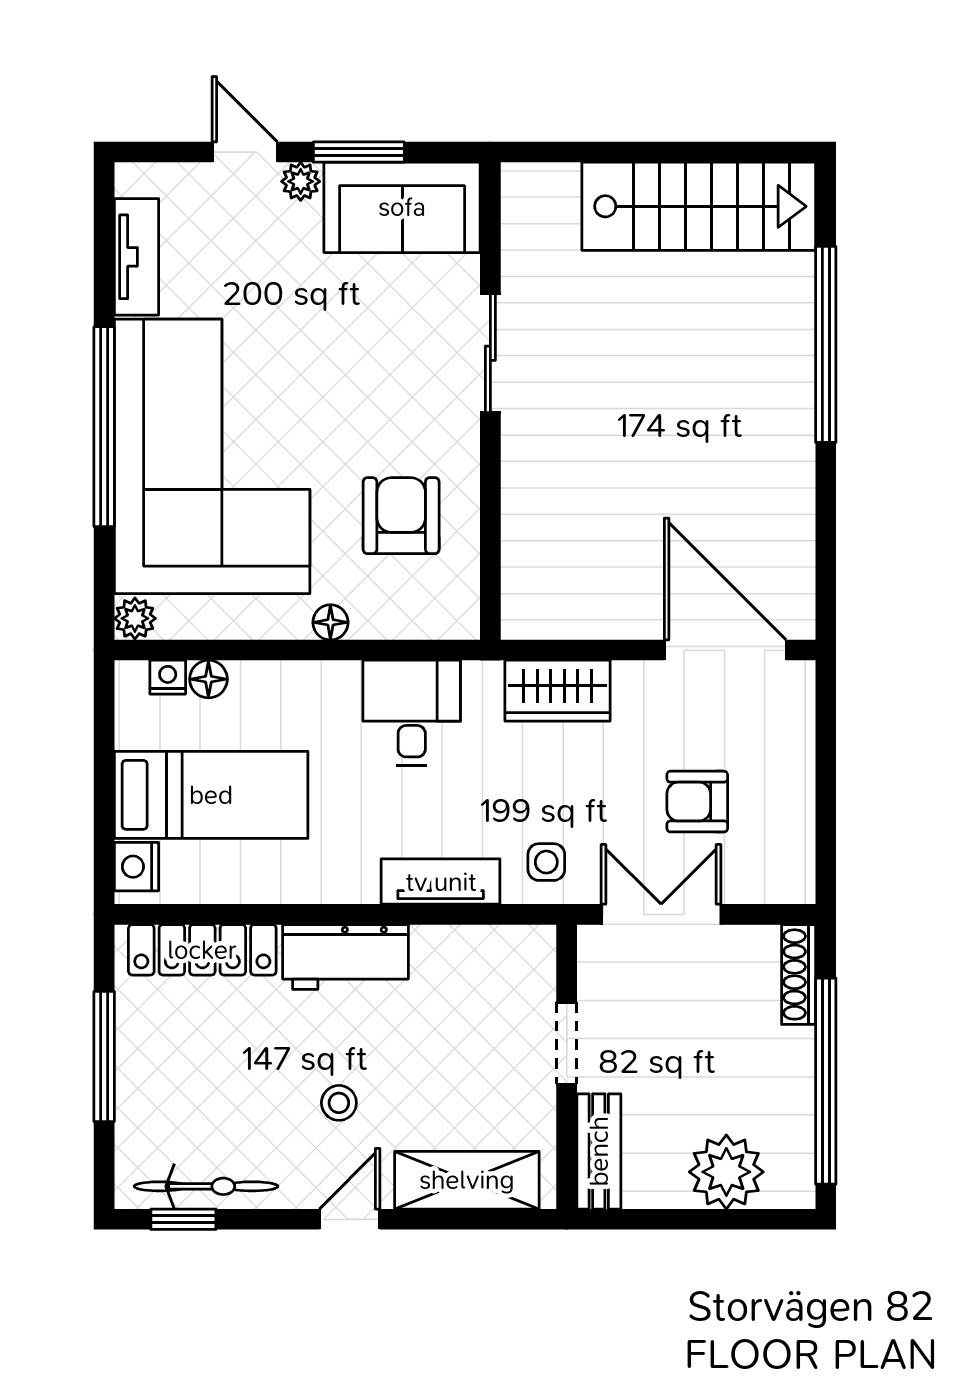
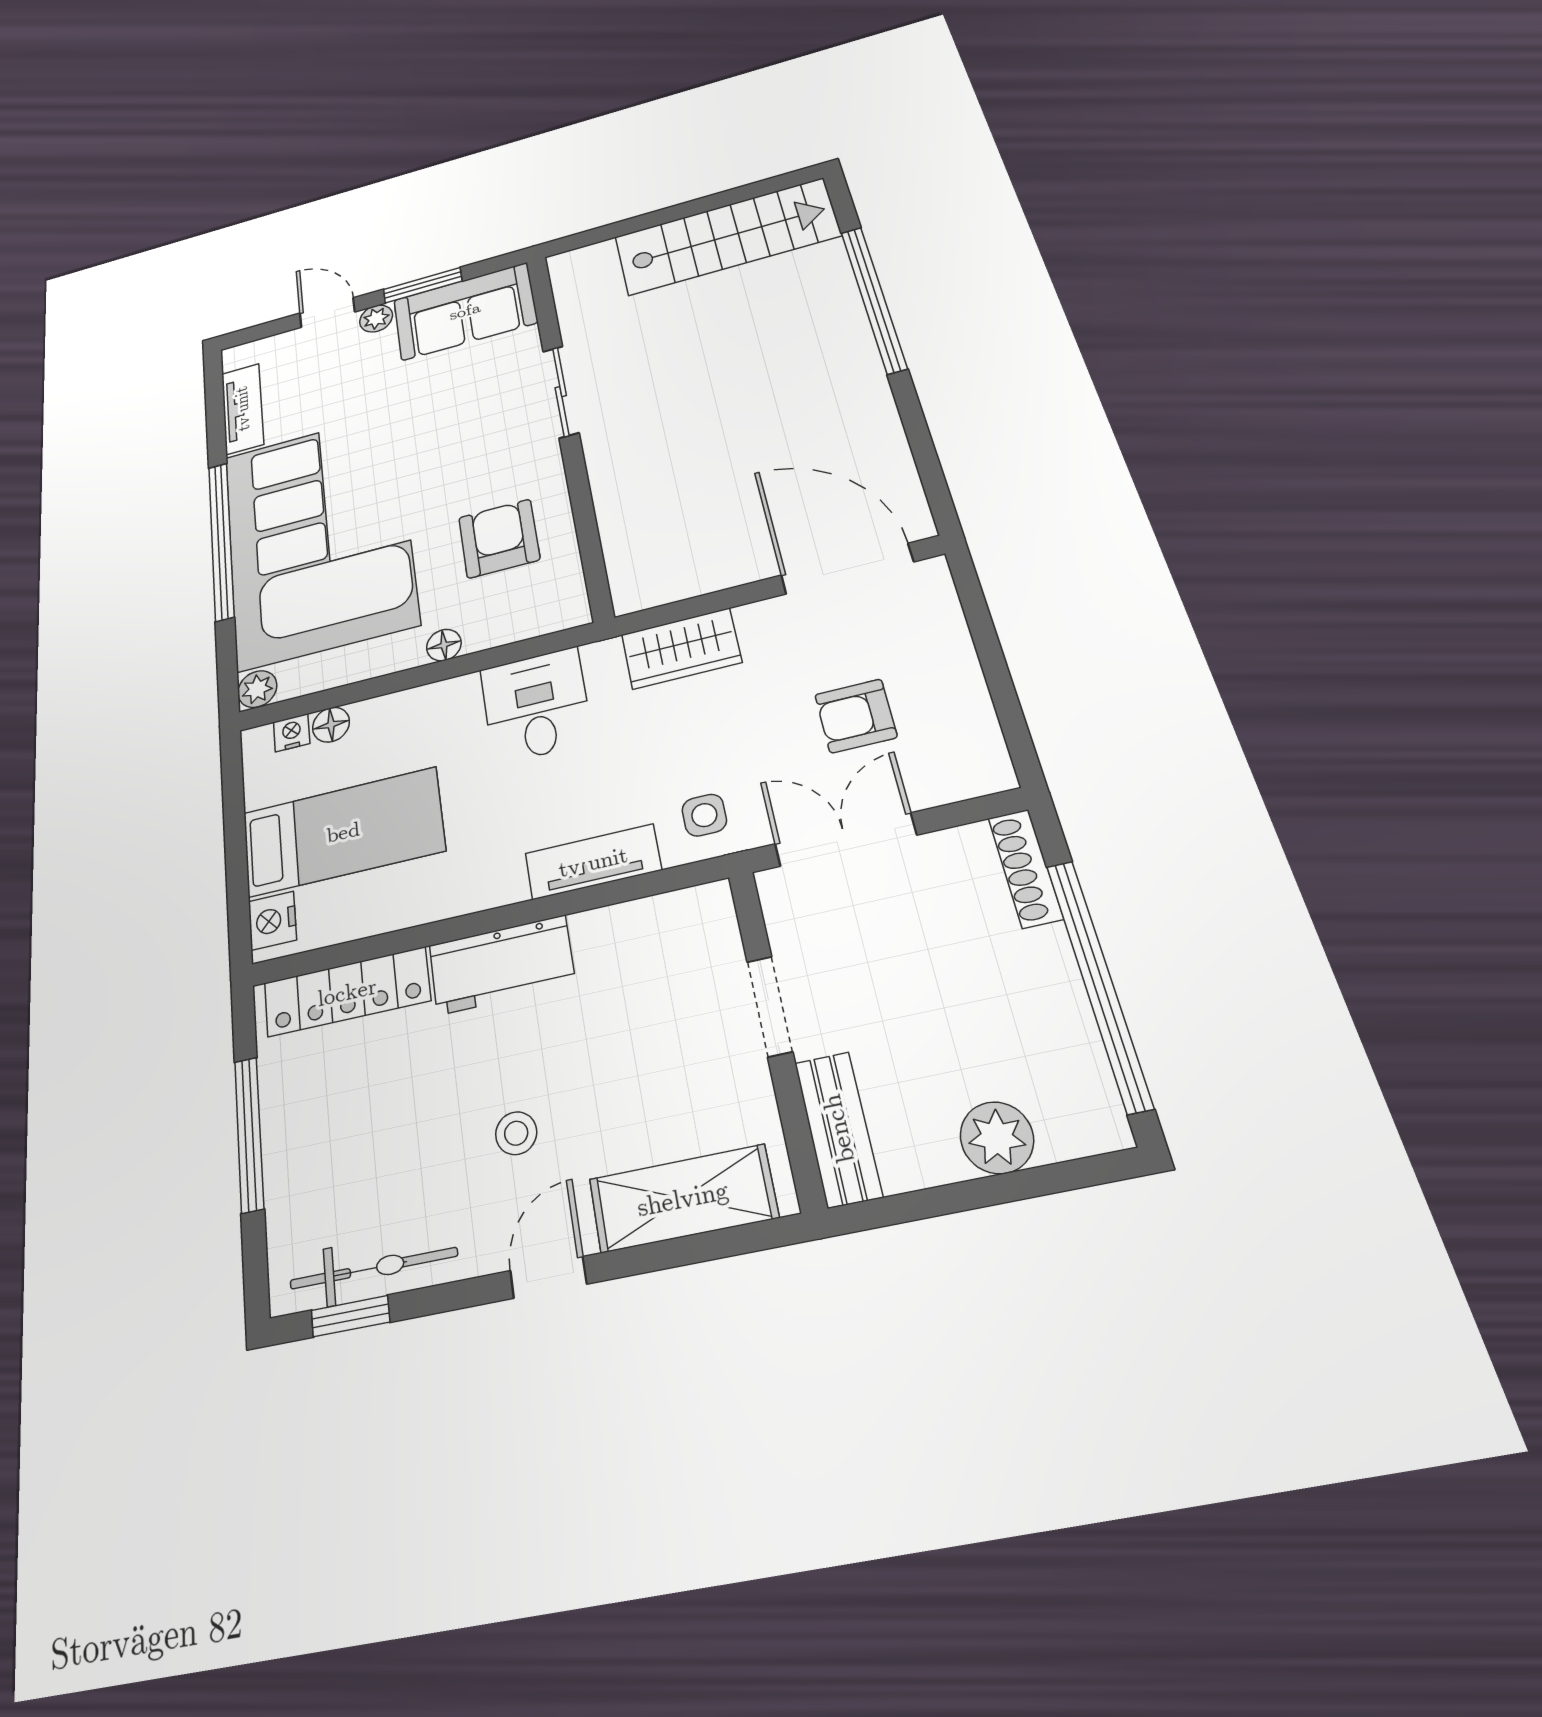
plant: (726, 1172) -> (997, 1138), width x0.73, depth x0.73

